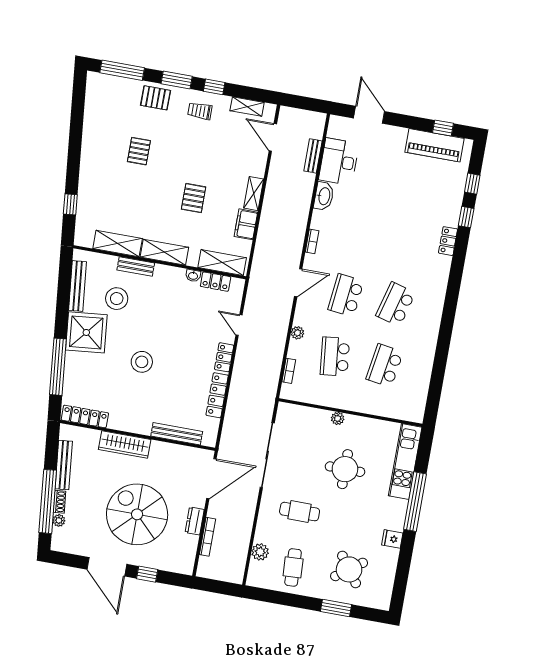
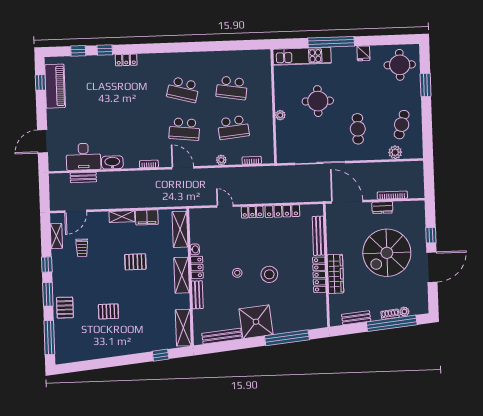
trolley: (200, 111) -> (82, 248), moved
shelving: (118, 244) -> (183, 328), moved
locker: (216, 282) -> (197, 267), moved
stool: (117, 299) -> (237, 273), moved, width x0.53, depth x0.53
door: (239, 325) -> (225, 206), swing flipped
locker: (85, 416) -> (319, 275), moved
bench: (64, 465) -> (356, 318), width x0.73
cafe table: (293, 567) -> (402, 125), turned -71
round table: (349, 569) -> (400, 65), moved, turned 36

